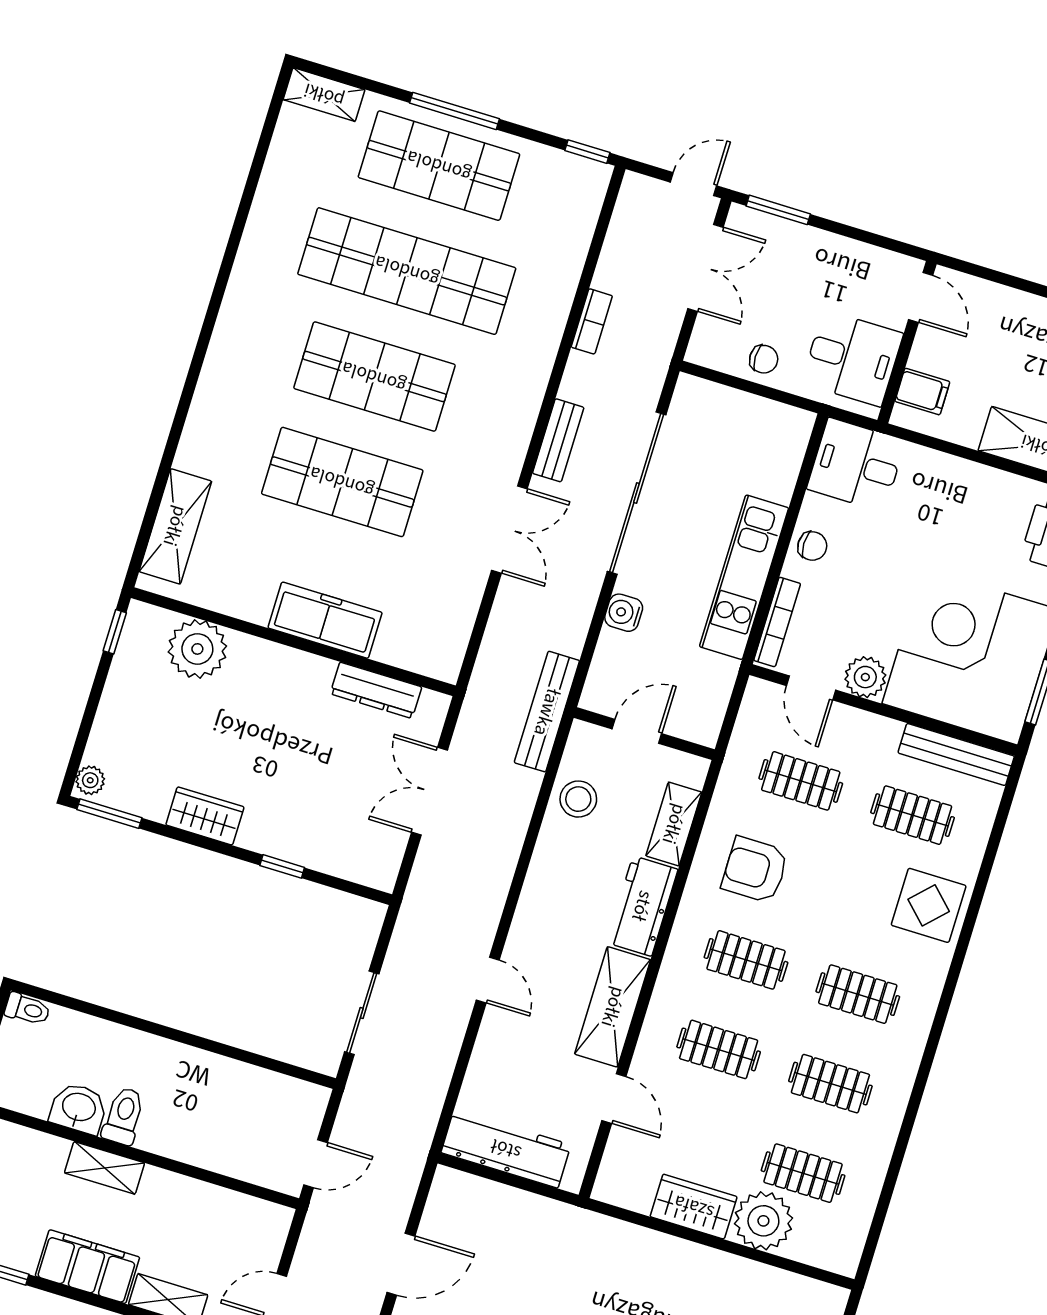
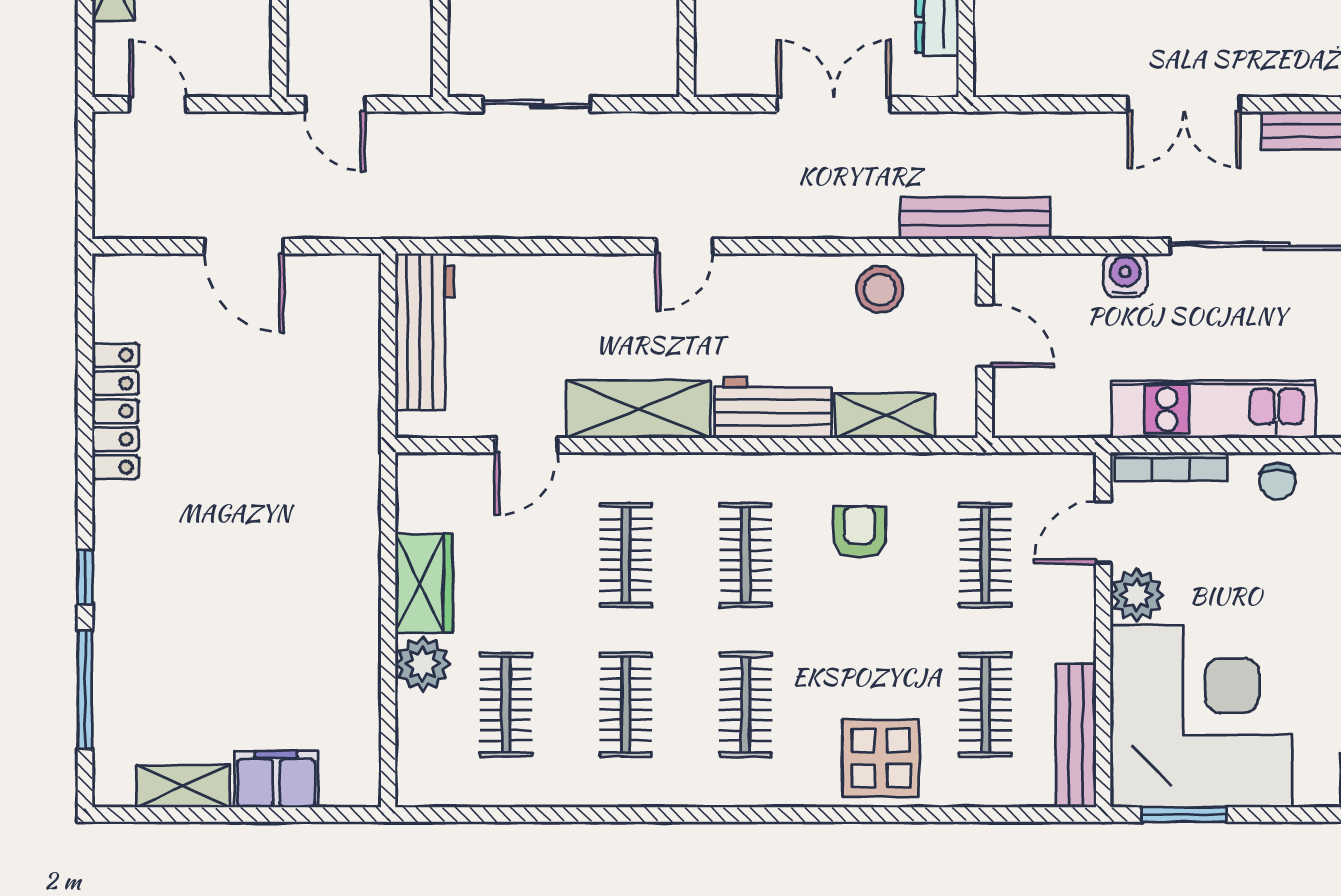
armchair: (755, 870) -> (859, 532), width x0.72, depth x0.72
door: (488, 980) -> (684, 246), moved
plant: (763, 1221) -> (423, 664), width x0.73, depth x0.73

